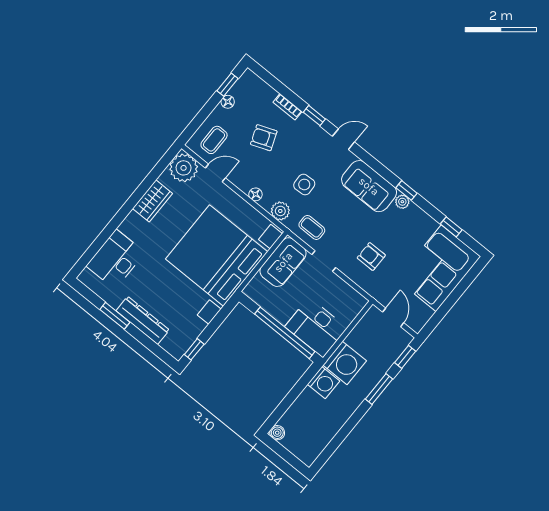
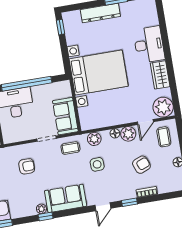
plant: (244, 180) -> (128, 134), added
bed with nightstands: (217, 255) -> (99, 73), width x0.73
desk: (116, 259) -> (149, 45), moved

